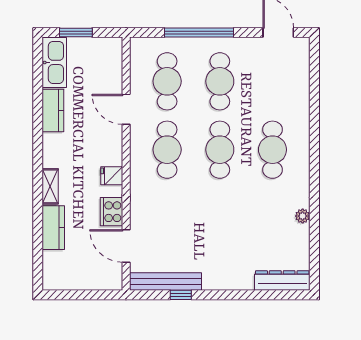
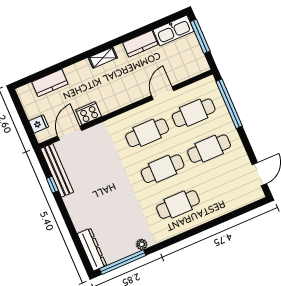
window: (76, 33) -> (200, 36), width x1.44
window: (199, 33) -> (229, 104), moved
fridge: (112, 176) -> (39, 124), moved, turned 90
shelving: (50, 186) -> (103, 58), moved
kitchen counter: (53, 228) -> (50, 83), moved
window: (314, 249) -> (123, 262), added

